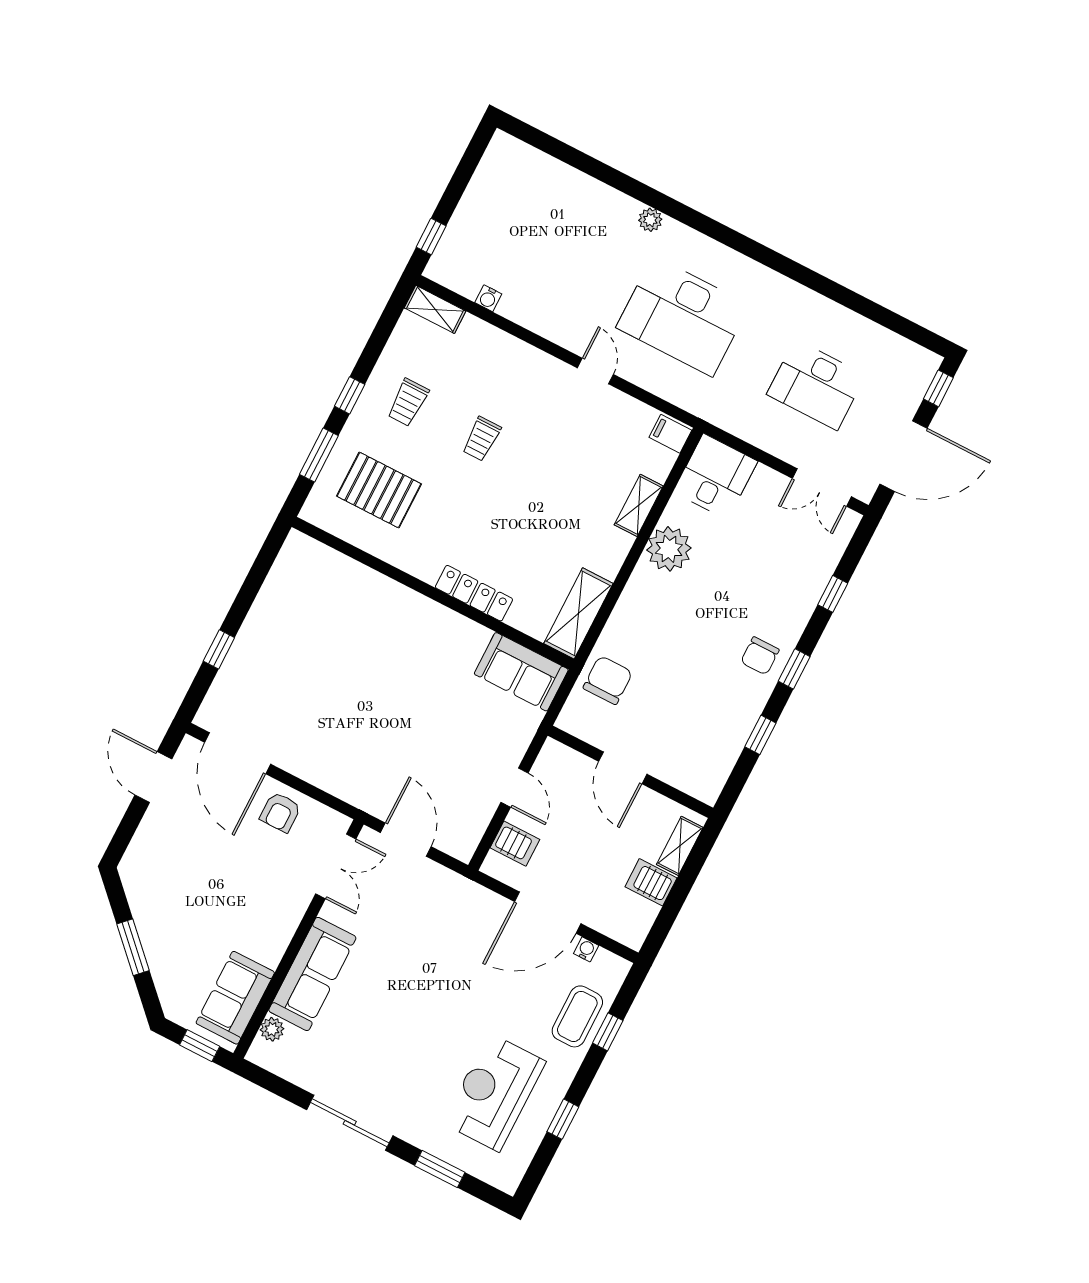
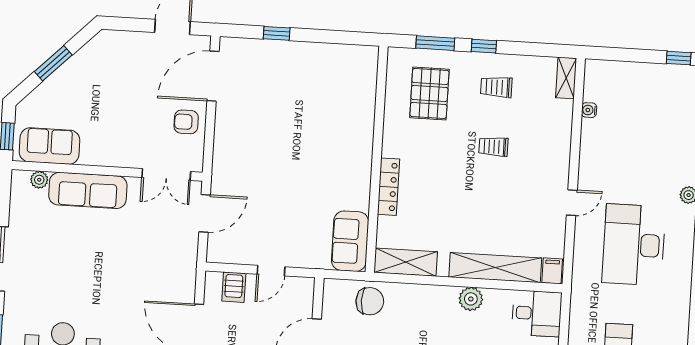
window: (431, 236) -> (679, 58), moved
shelving: (639, 505) -> (495, 268), width x2.20, depth x1.33
plant: (669, 549) -> (471, 299), width x0.73, depth x0.73

